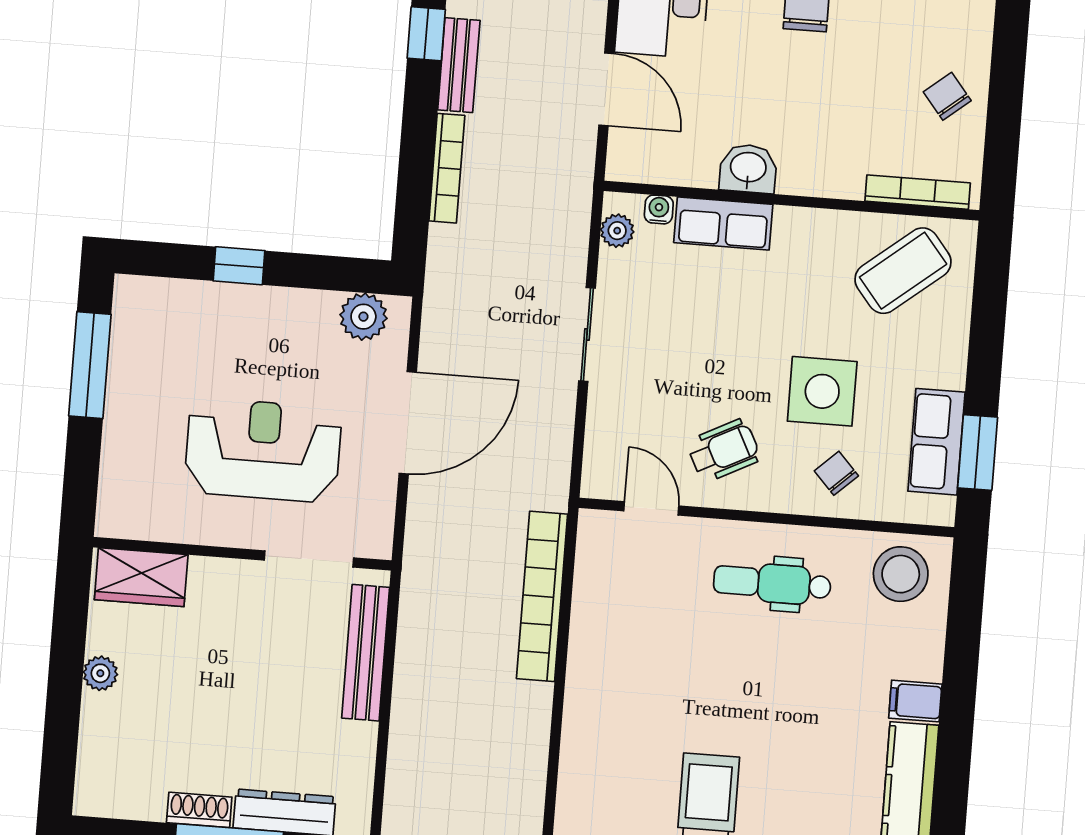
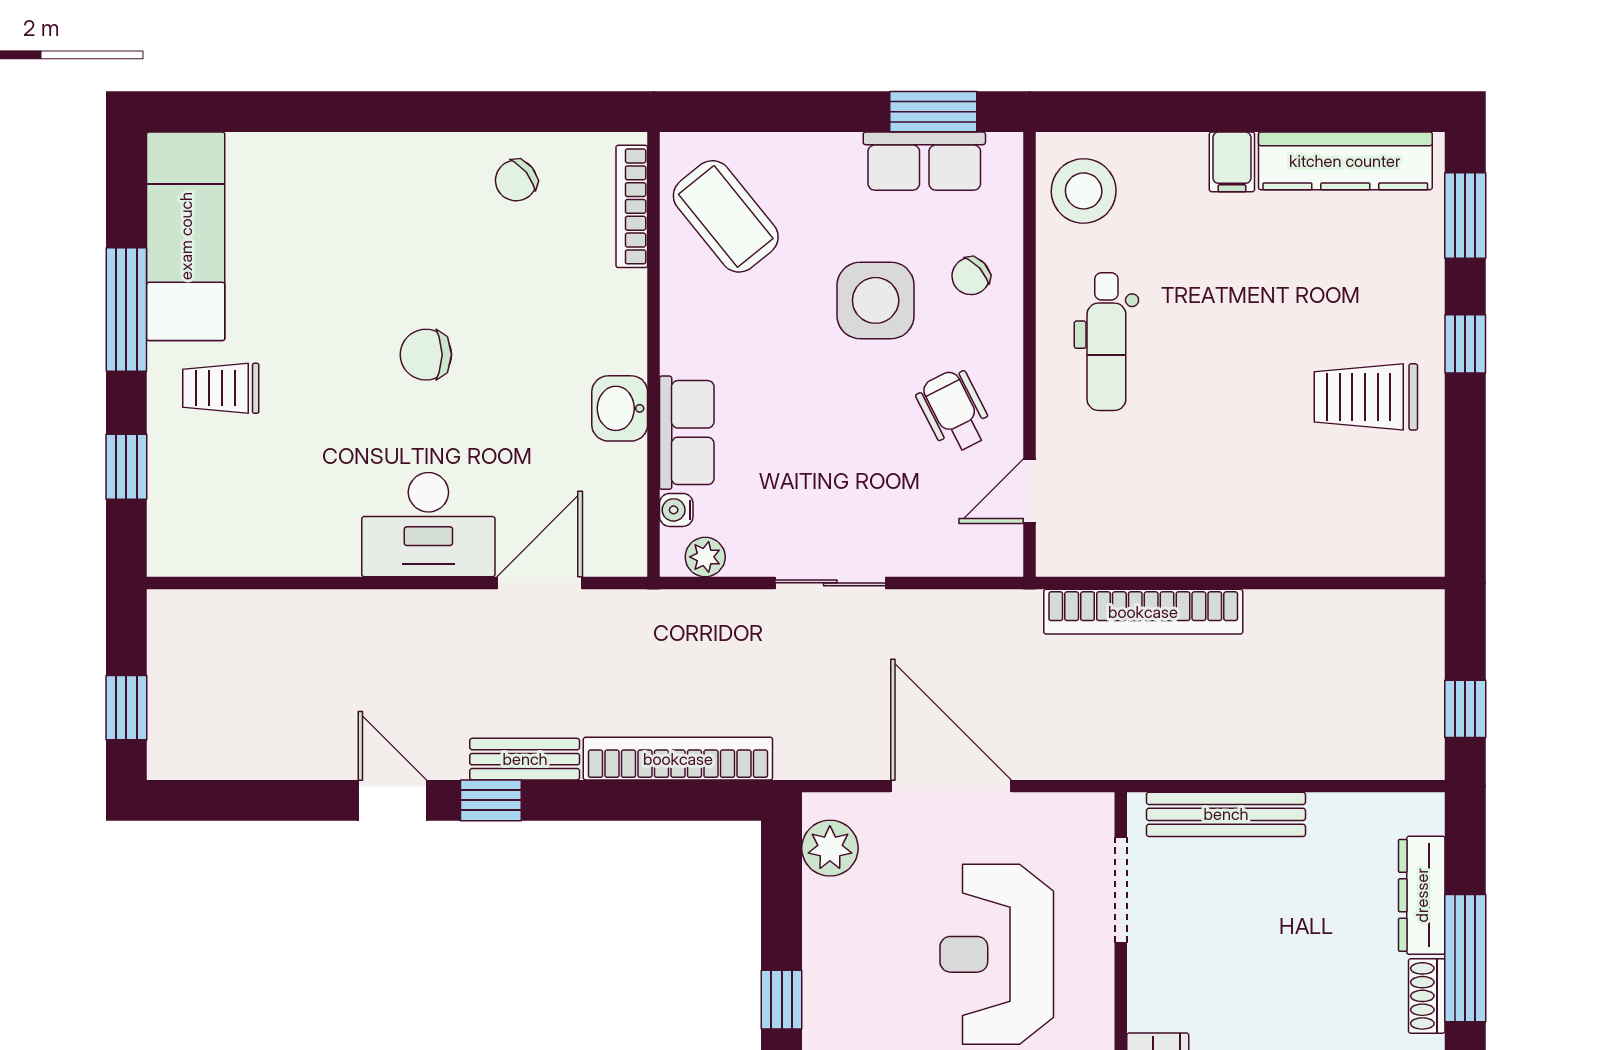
bookcase: (447, 168) -> (678, 759), width x1.48, depth x1.31

